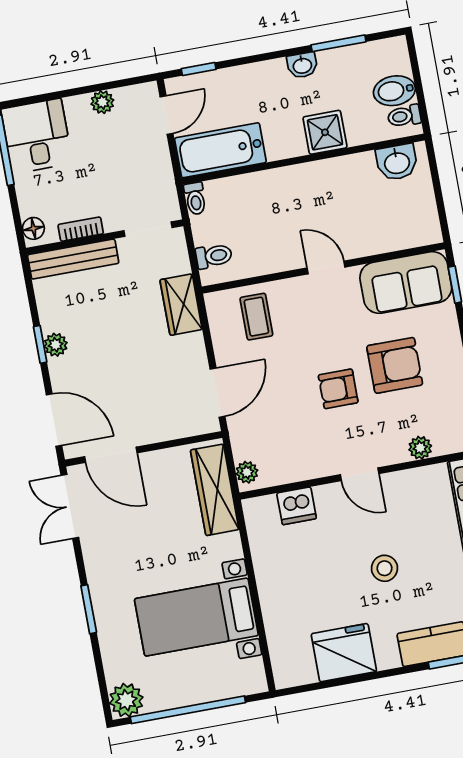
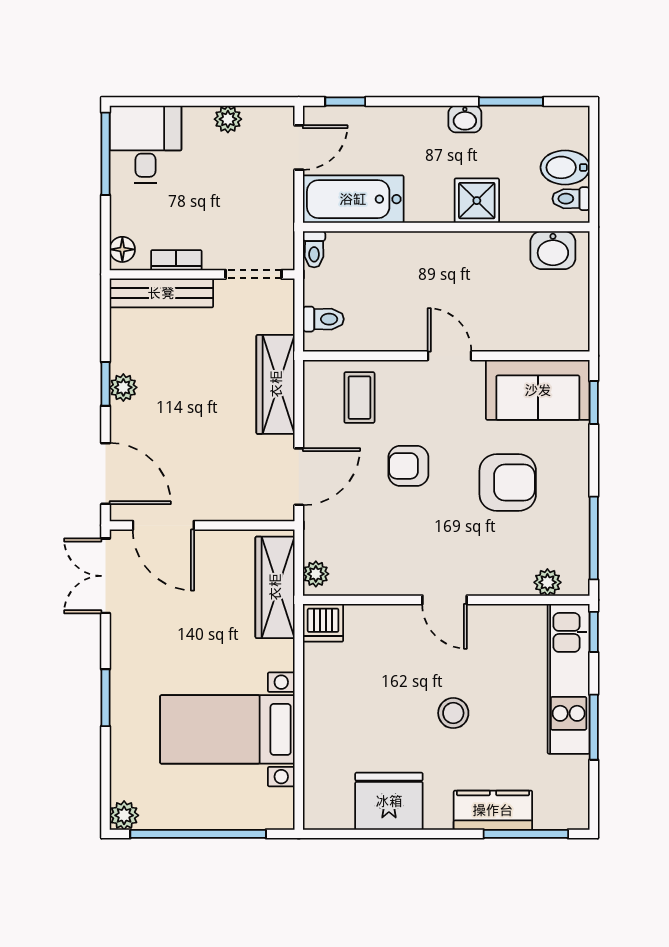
wardrobe: (181, 305) -> (276, 384), width x1.50
armchair: (338, 389) -> (408, 466), moved
plant: (420, 448) -> (547, 582), moved
dishwasher: (297, 506) -> (323, 623), moved
plant: (126, 700) -> (124, 815), width x0.73, depth x0.73

